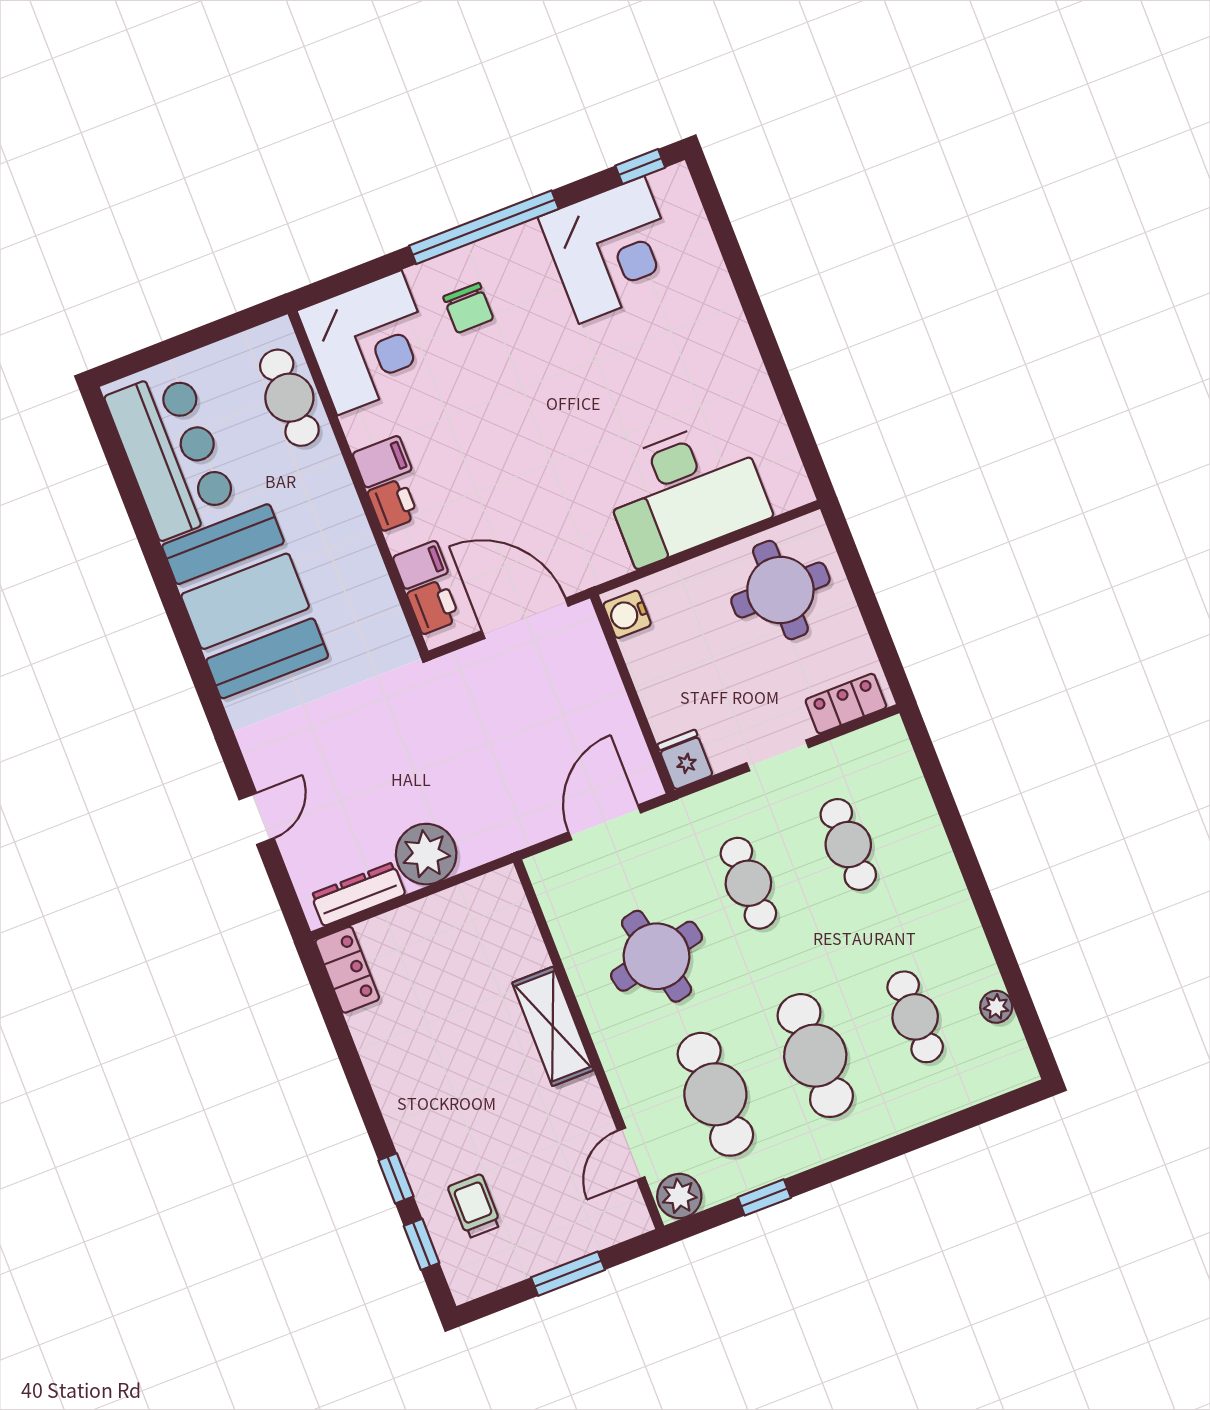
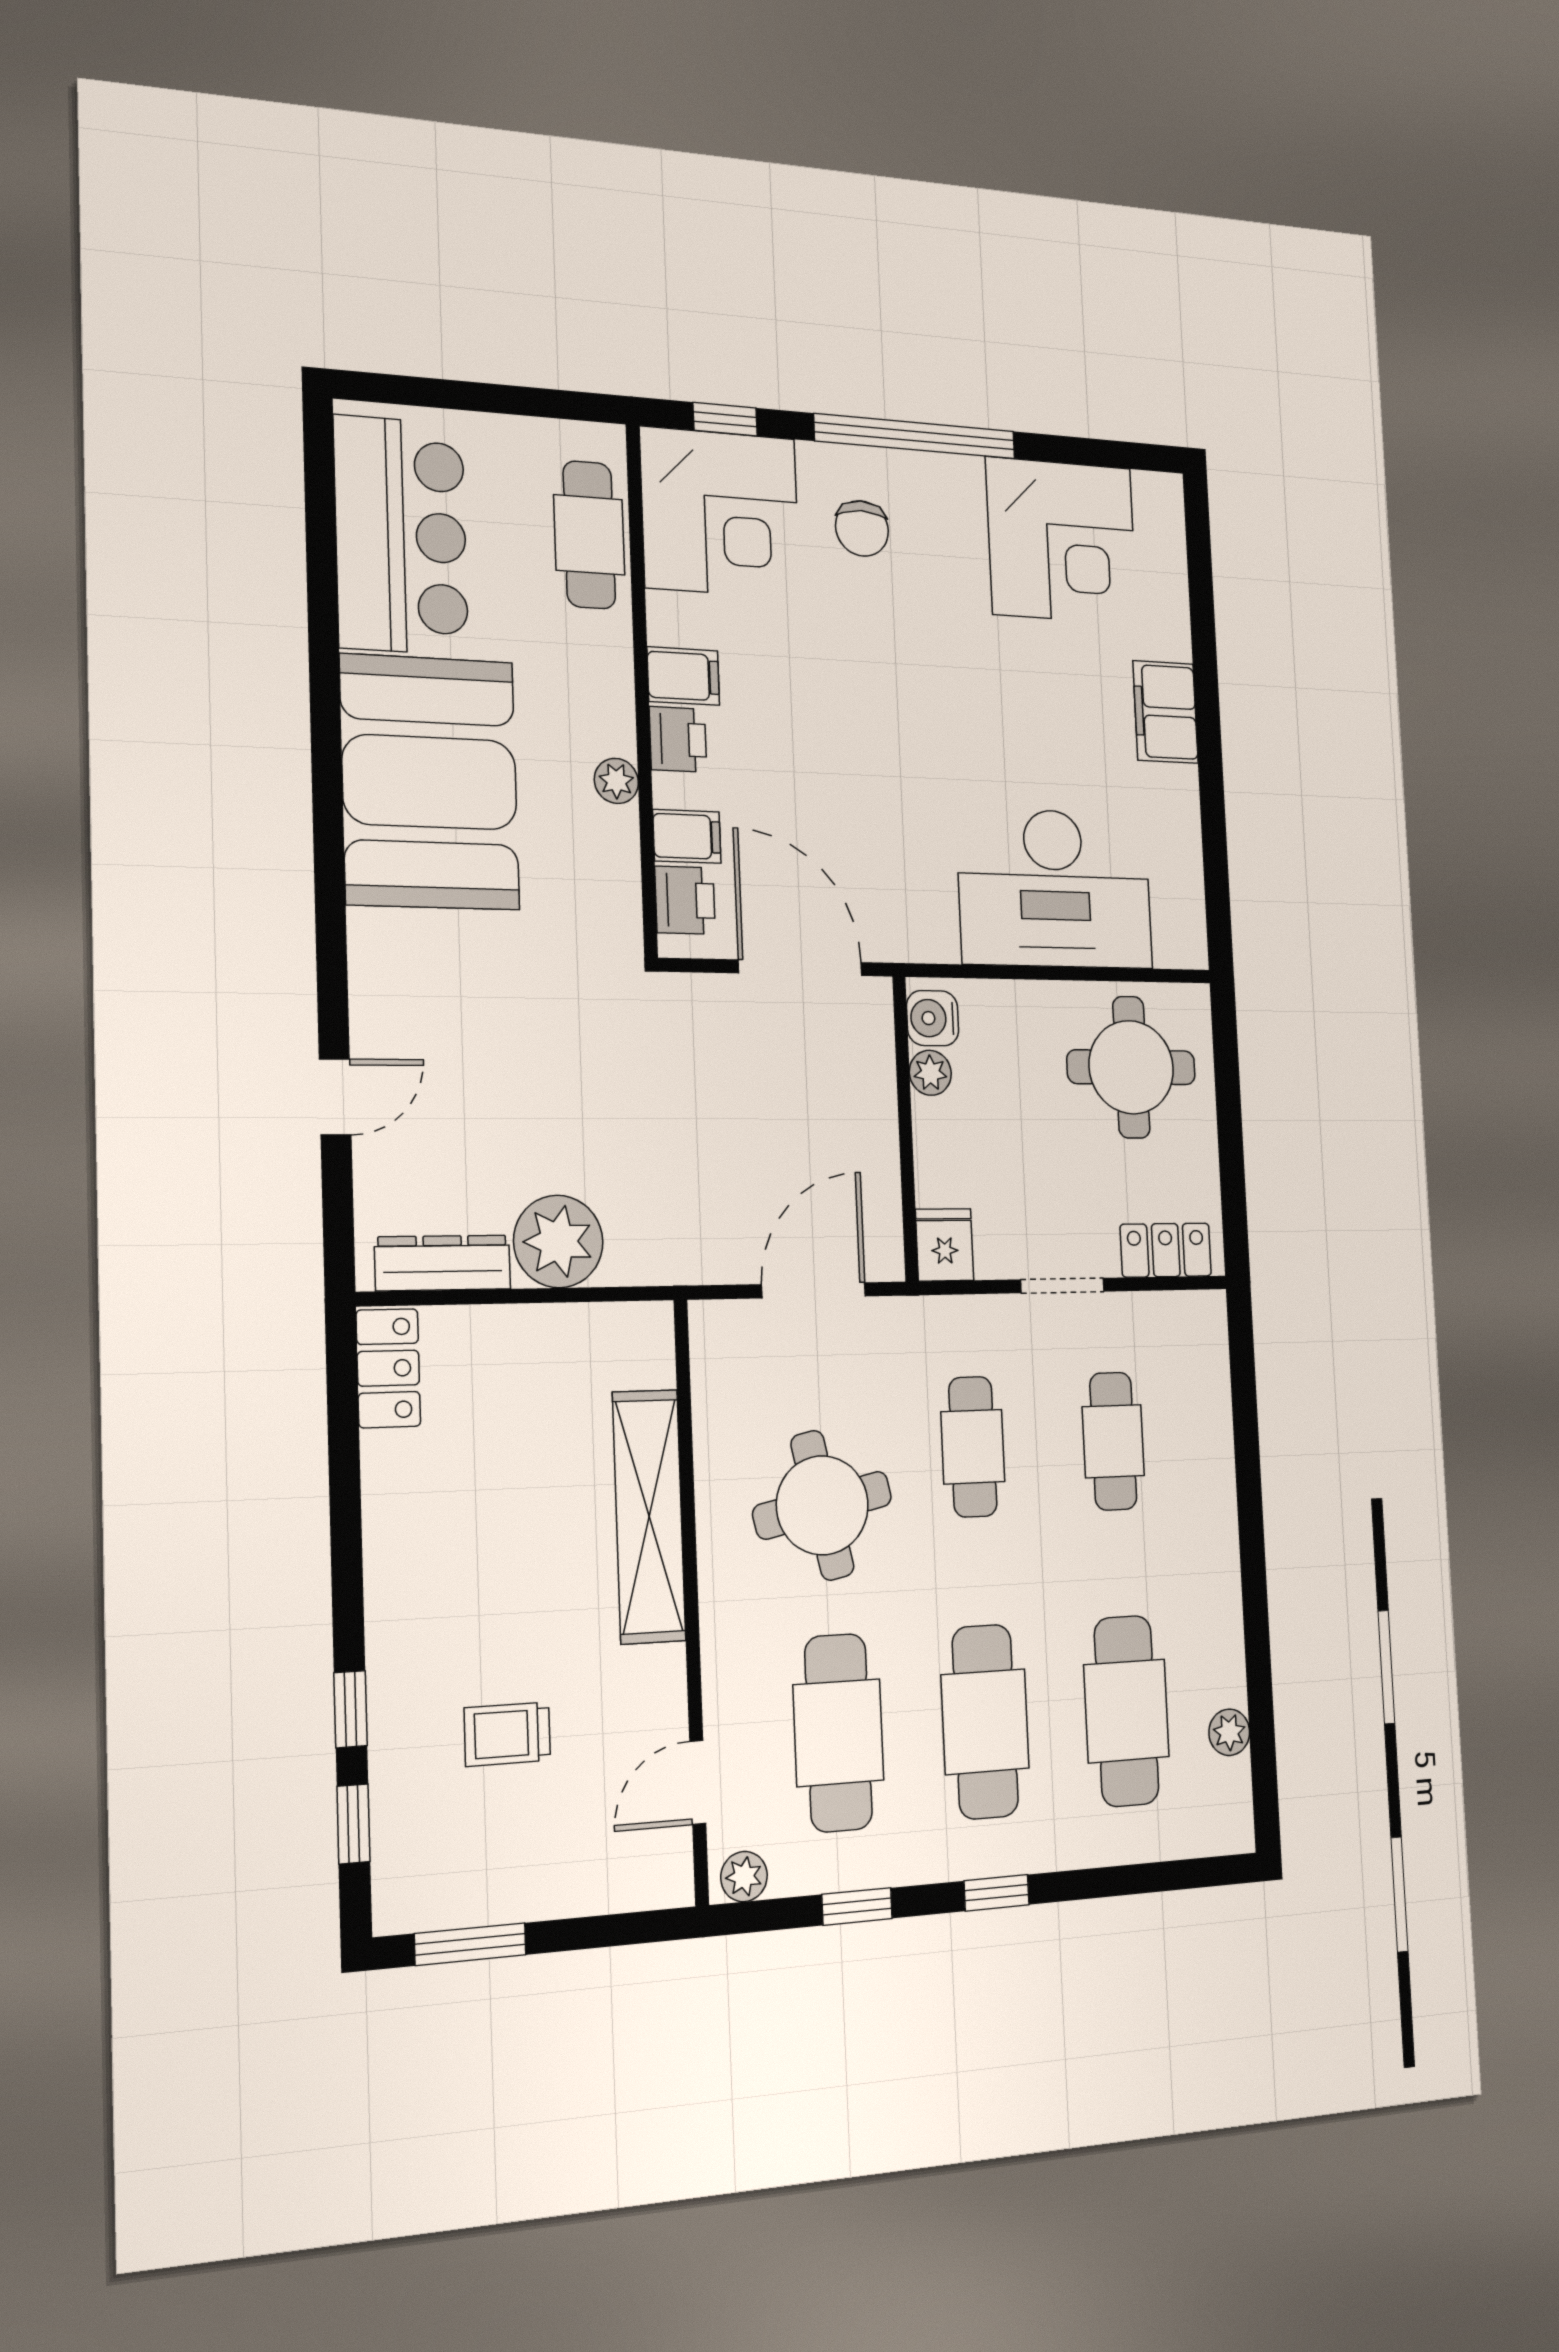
window: (640, 167) -> (725, 419), moved
filing cabinet: (727, 335) -> (1166, 712), added
plant: (362, 549) -> (616, 781), added
plant: (638, 651) -> (930, 1073), added
cafe table: (915, 1017) -> (1126, 1711), width x1.37, depth x1.35
shelving: (553, 1026) -> (649, 1516), width x1.47
window: (859, 1161) -> (997, 1893), added
plant: (679, 1196) -> (744, 1877), width x0.73, depth x0.73
trolley: (474, 1206) -> (507, 1734), moved, turned -90
window: (568, 1274) -> (470, 1944), moved

